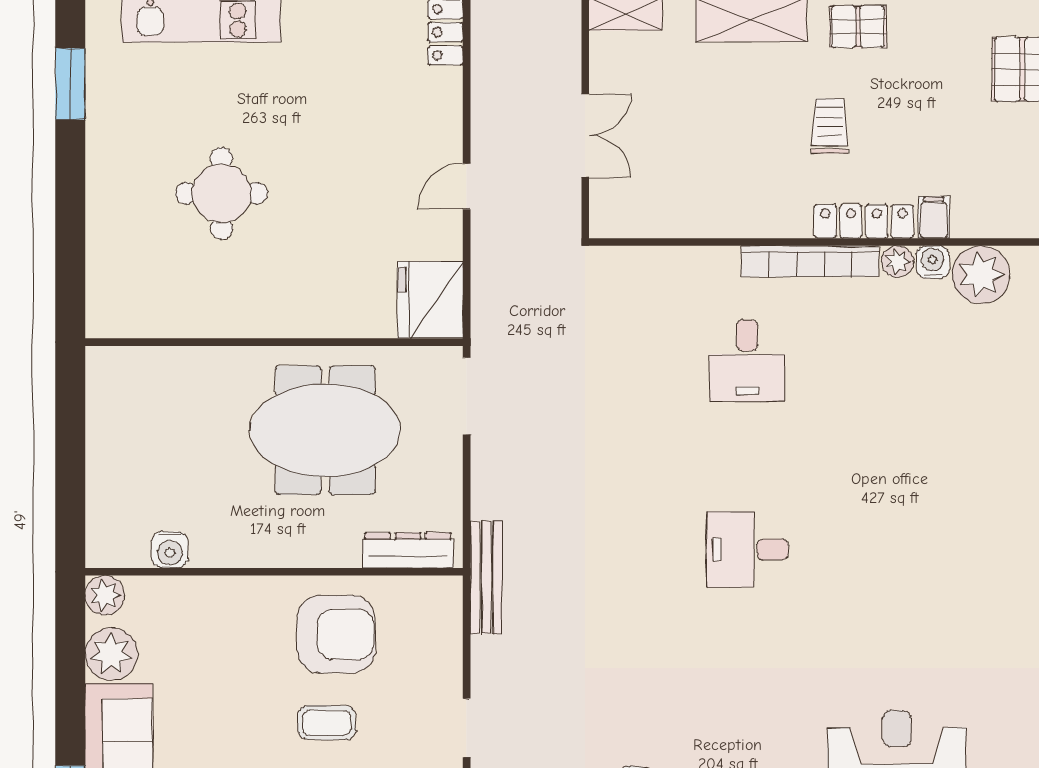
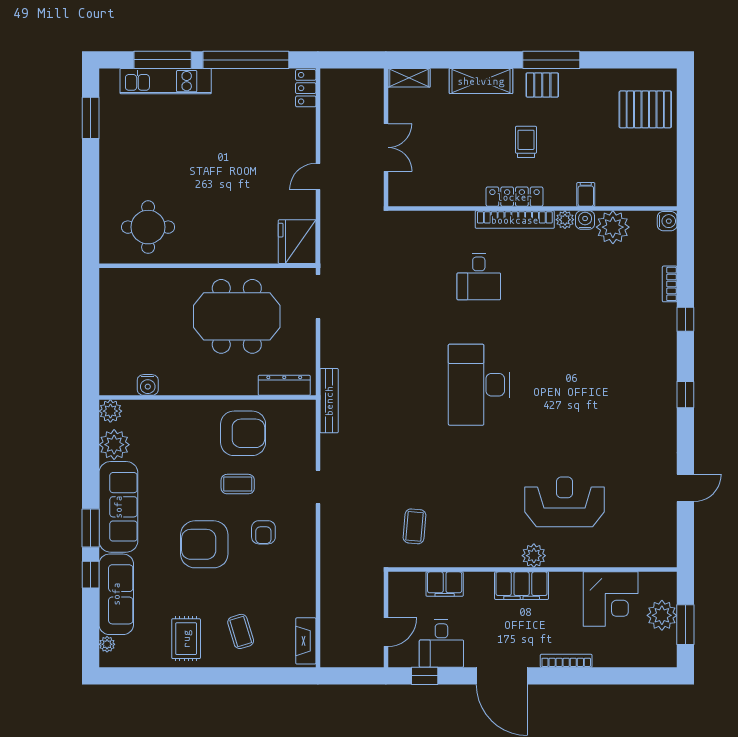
round table: (221, 193) -> (148, 227), moved
locker: (864, 221) -> (515, 197), moved
desk: (747, 549) -> (479, 385), width x1.87, depth x1.30

